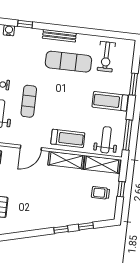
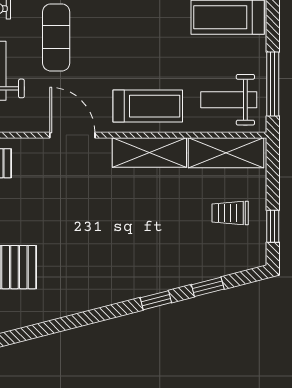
weight bench: (106, 140) -> (229, 100), turned -90
door: (31, 148) -> (72, 135), swing flipped
window: (121, 189) -> (273, 226), moved

